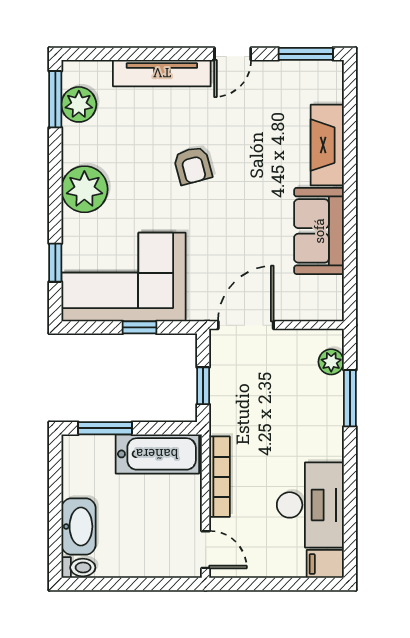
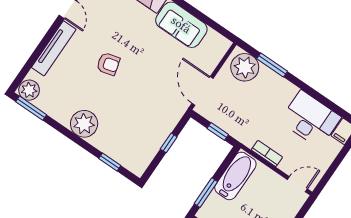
plant: (79, 104) -> (29, 90), moved
corner sofa: (123, 277) -> (139, 134), removed
plant: (331, 362) -> (245, 67), width x1.88, depth x1.88
bookcase: (220, 477) -> (267, 154), width x0.64

